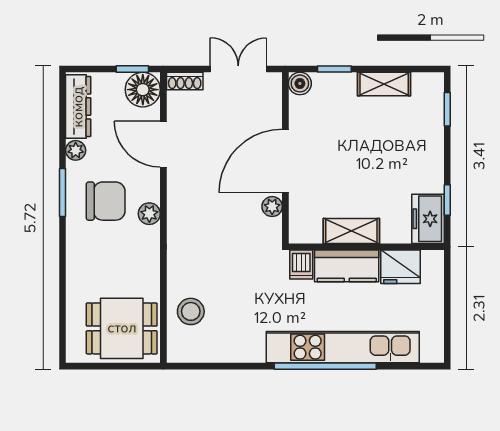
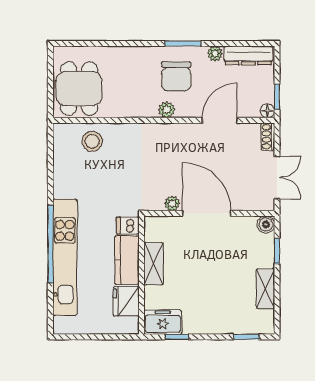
floor lamp: (143, 90) -> (268, 111), width x0.53, depth x0.53

